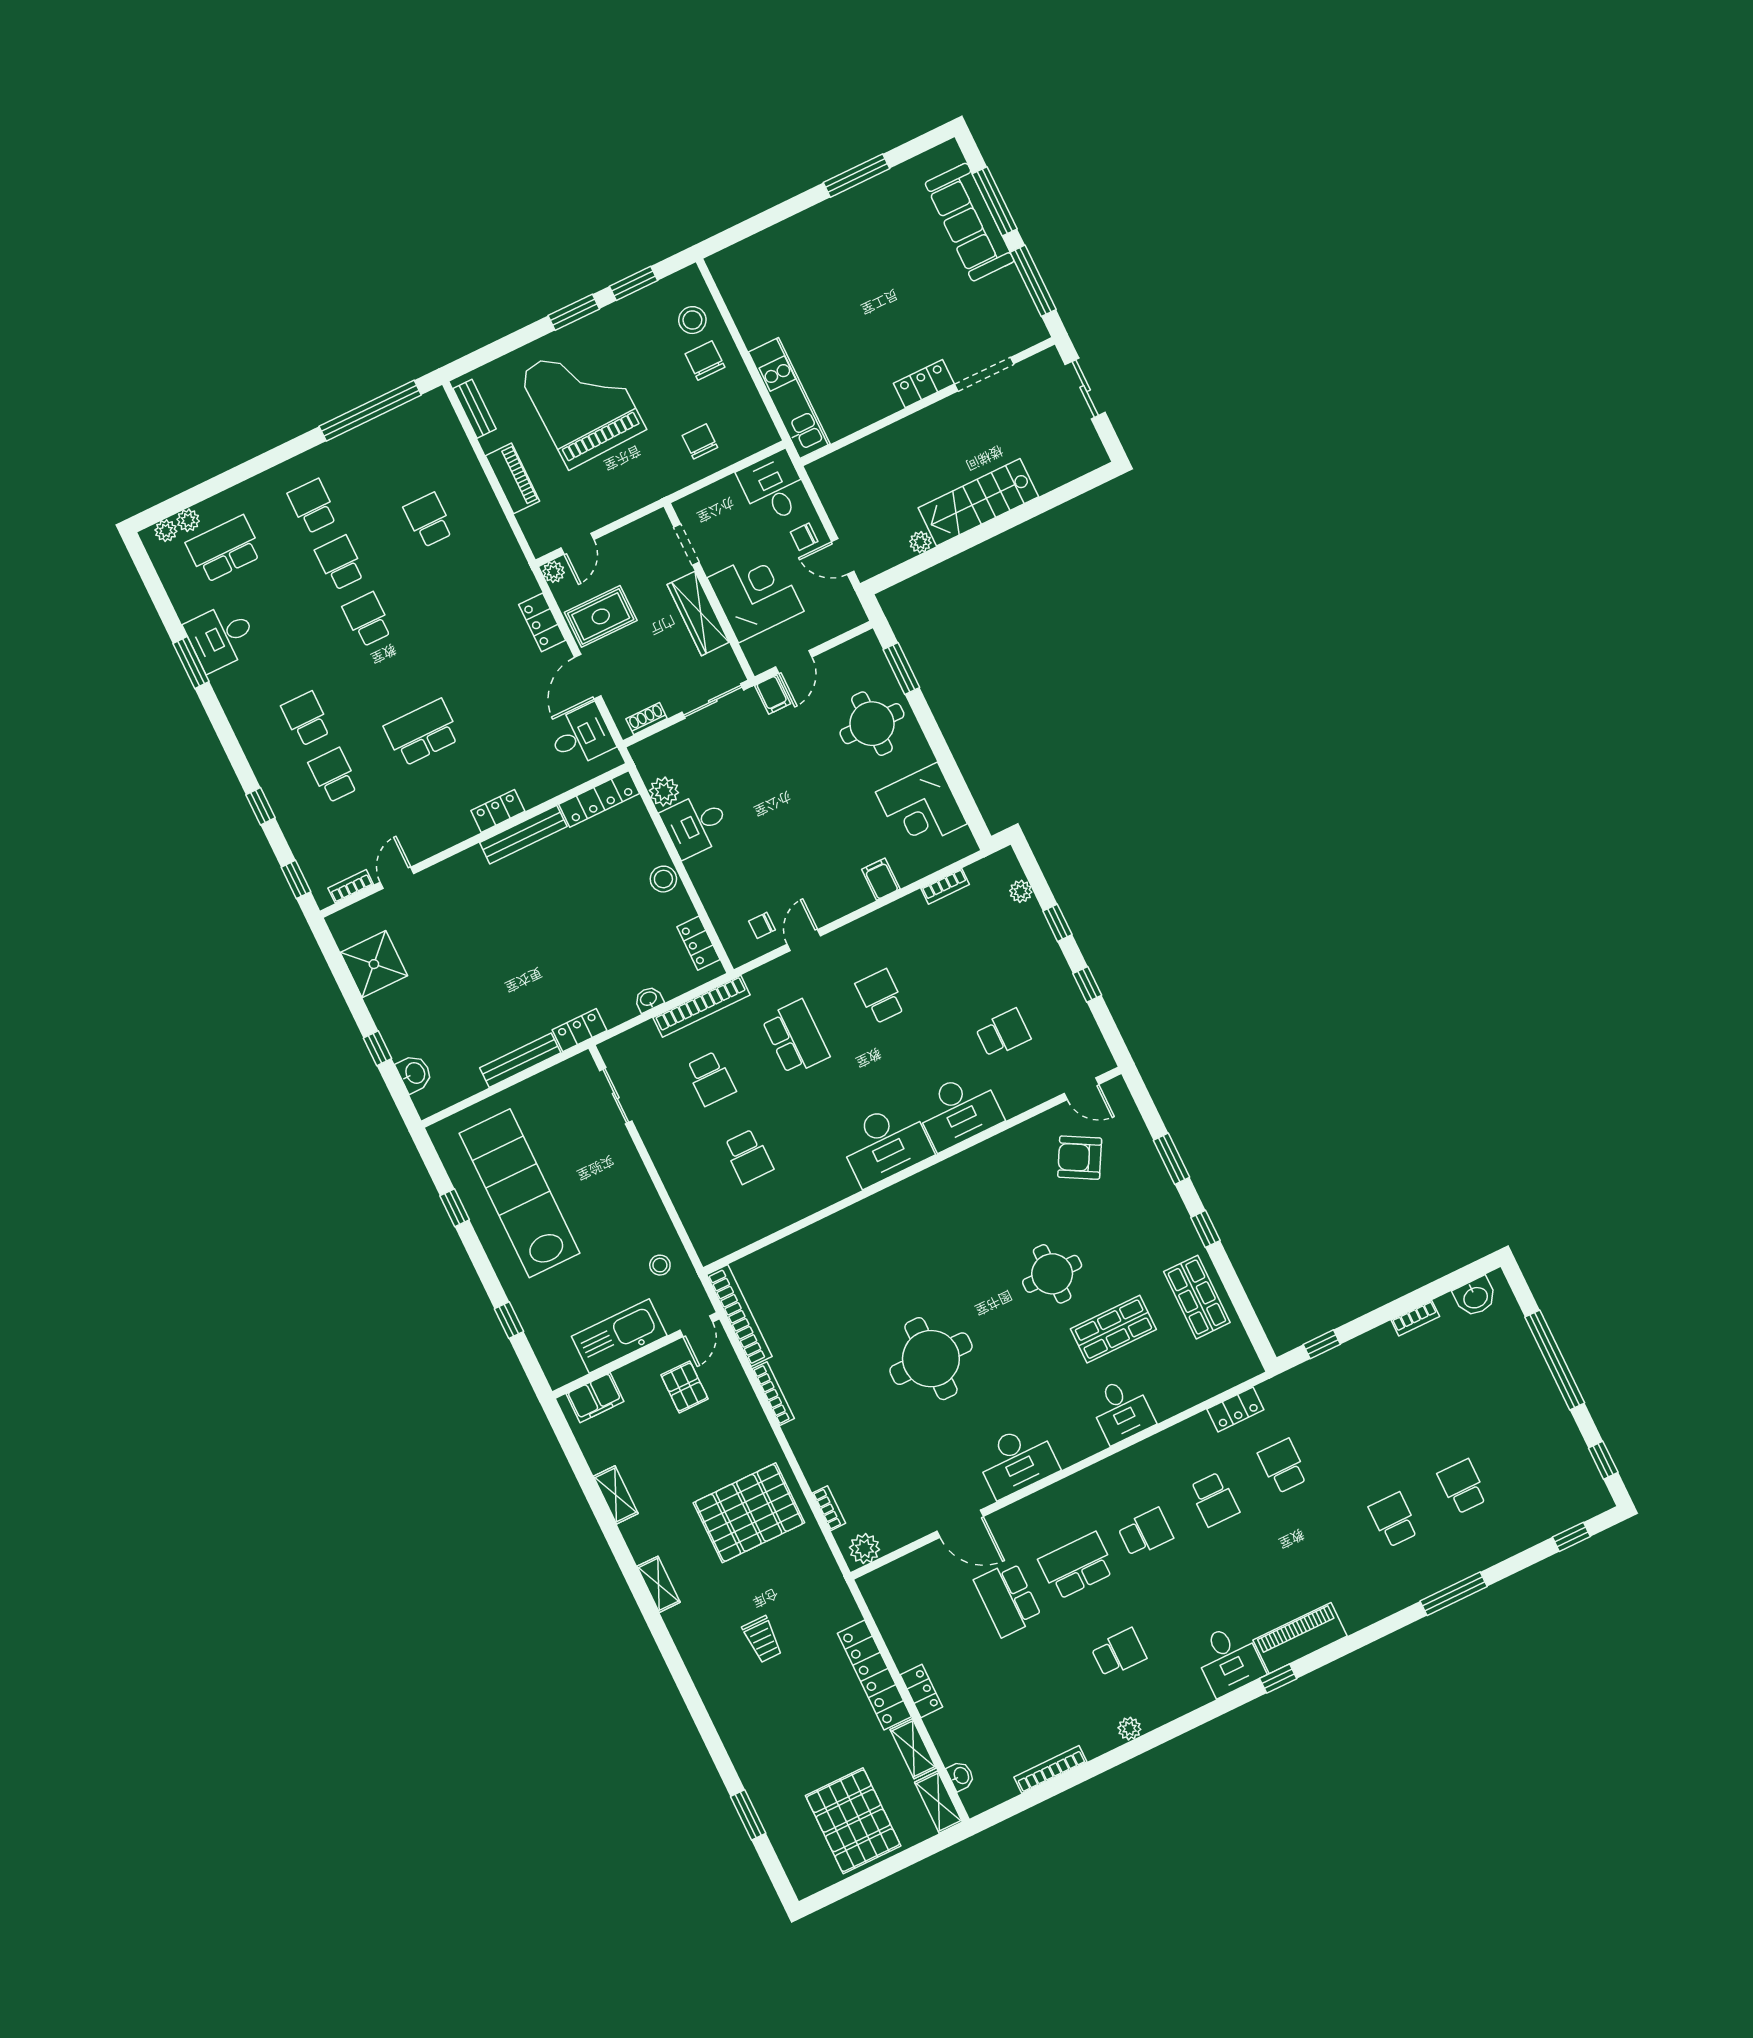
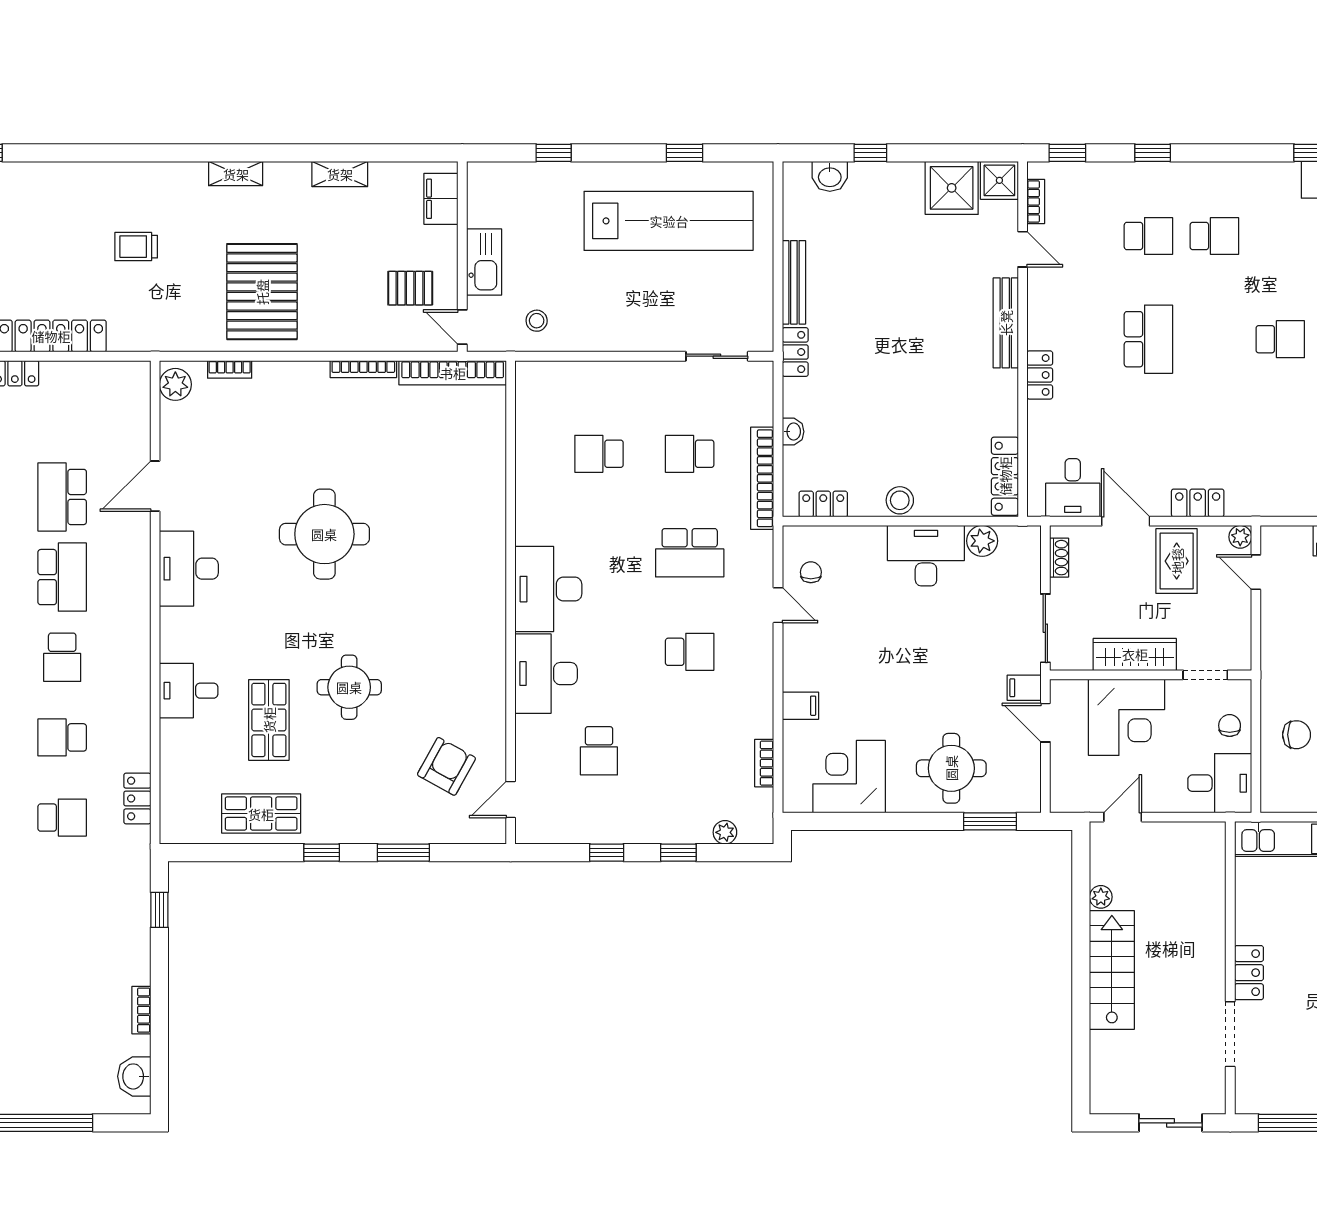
chair: (804, 537) -> (1230, 726), moved
desk: (696, 825) -> (926, 556), width x1.37
bench: (523, 835) -> (1006, 323), moved
shower: (348, 926) -> (999, 180), added
kitchen sink: (619, 1336) -> (484, 262), width x0.73, depth x0.81
school desk: (1008, 1599) -> (62, 497), turned -90

